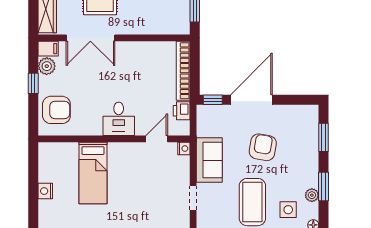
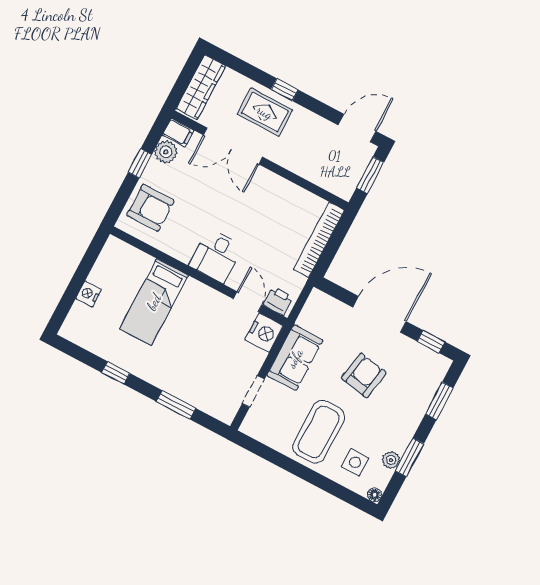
window: (213, 100) -> (431, 342), moved
printer: (182, 111) -> (278, 301), moved, turned 90
door: (157, 139) -> (248, 302), hinge flipped
nightstand: (184, 149) -> (264, 333), width x1.89, depth x1.79

